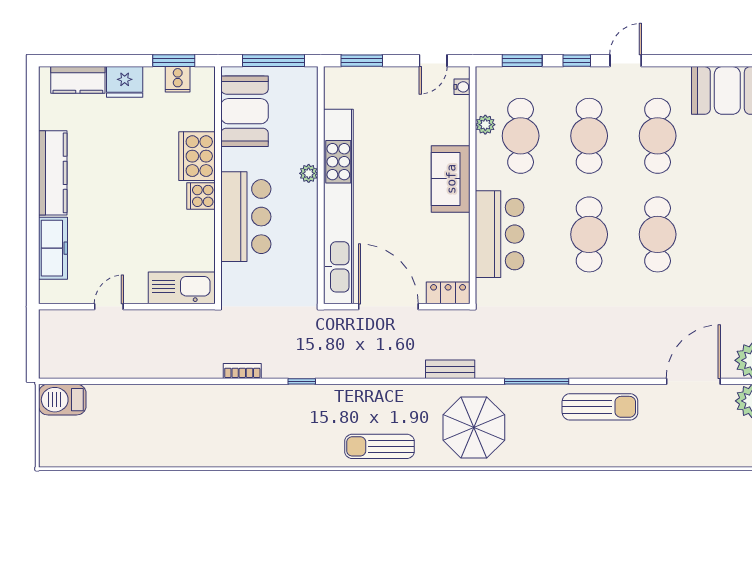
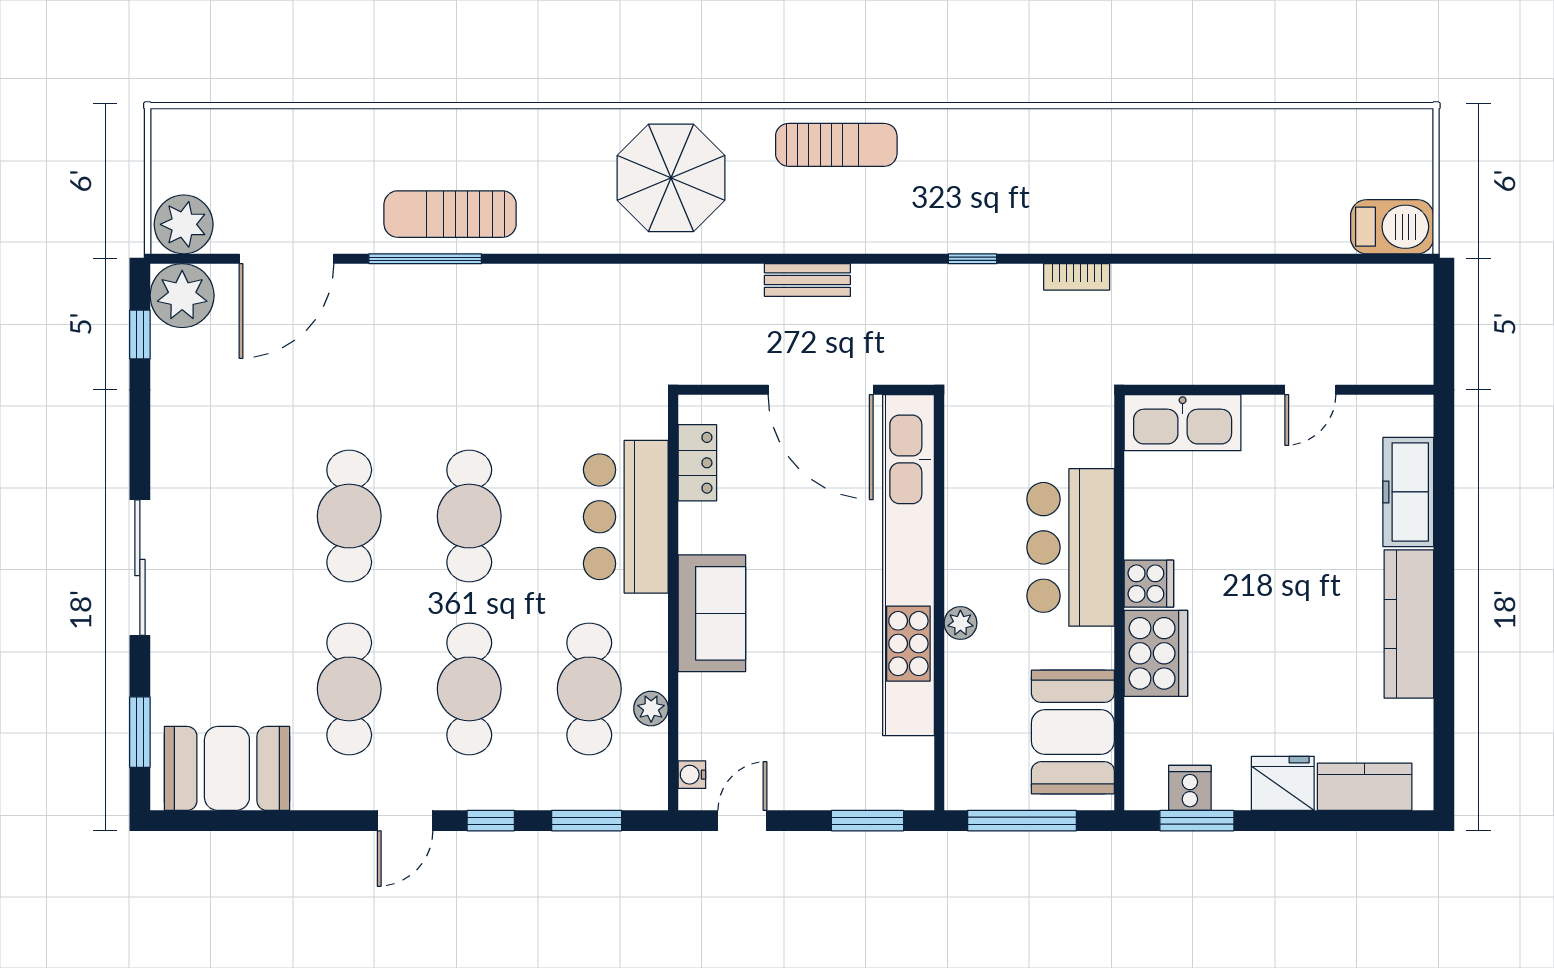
locker: (448, 293) -> (697, 463), moved, turned -90
bench: (450, 369) -> (807, 280), moved
window: (537, 381) -> (425, 259), moved

